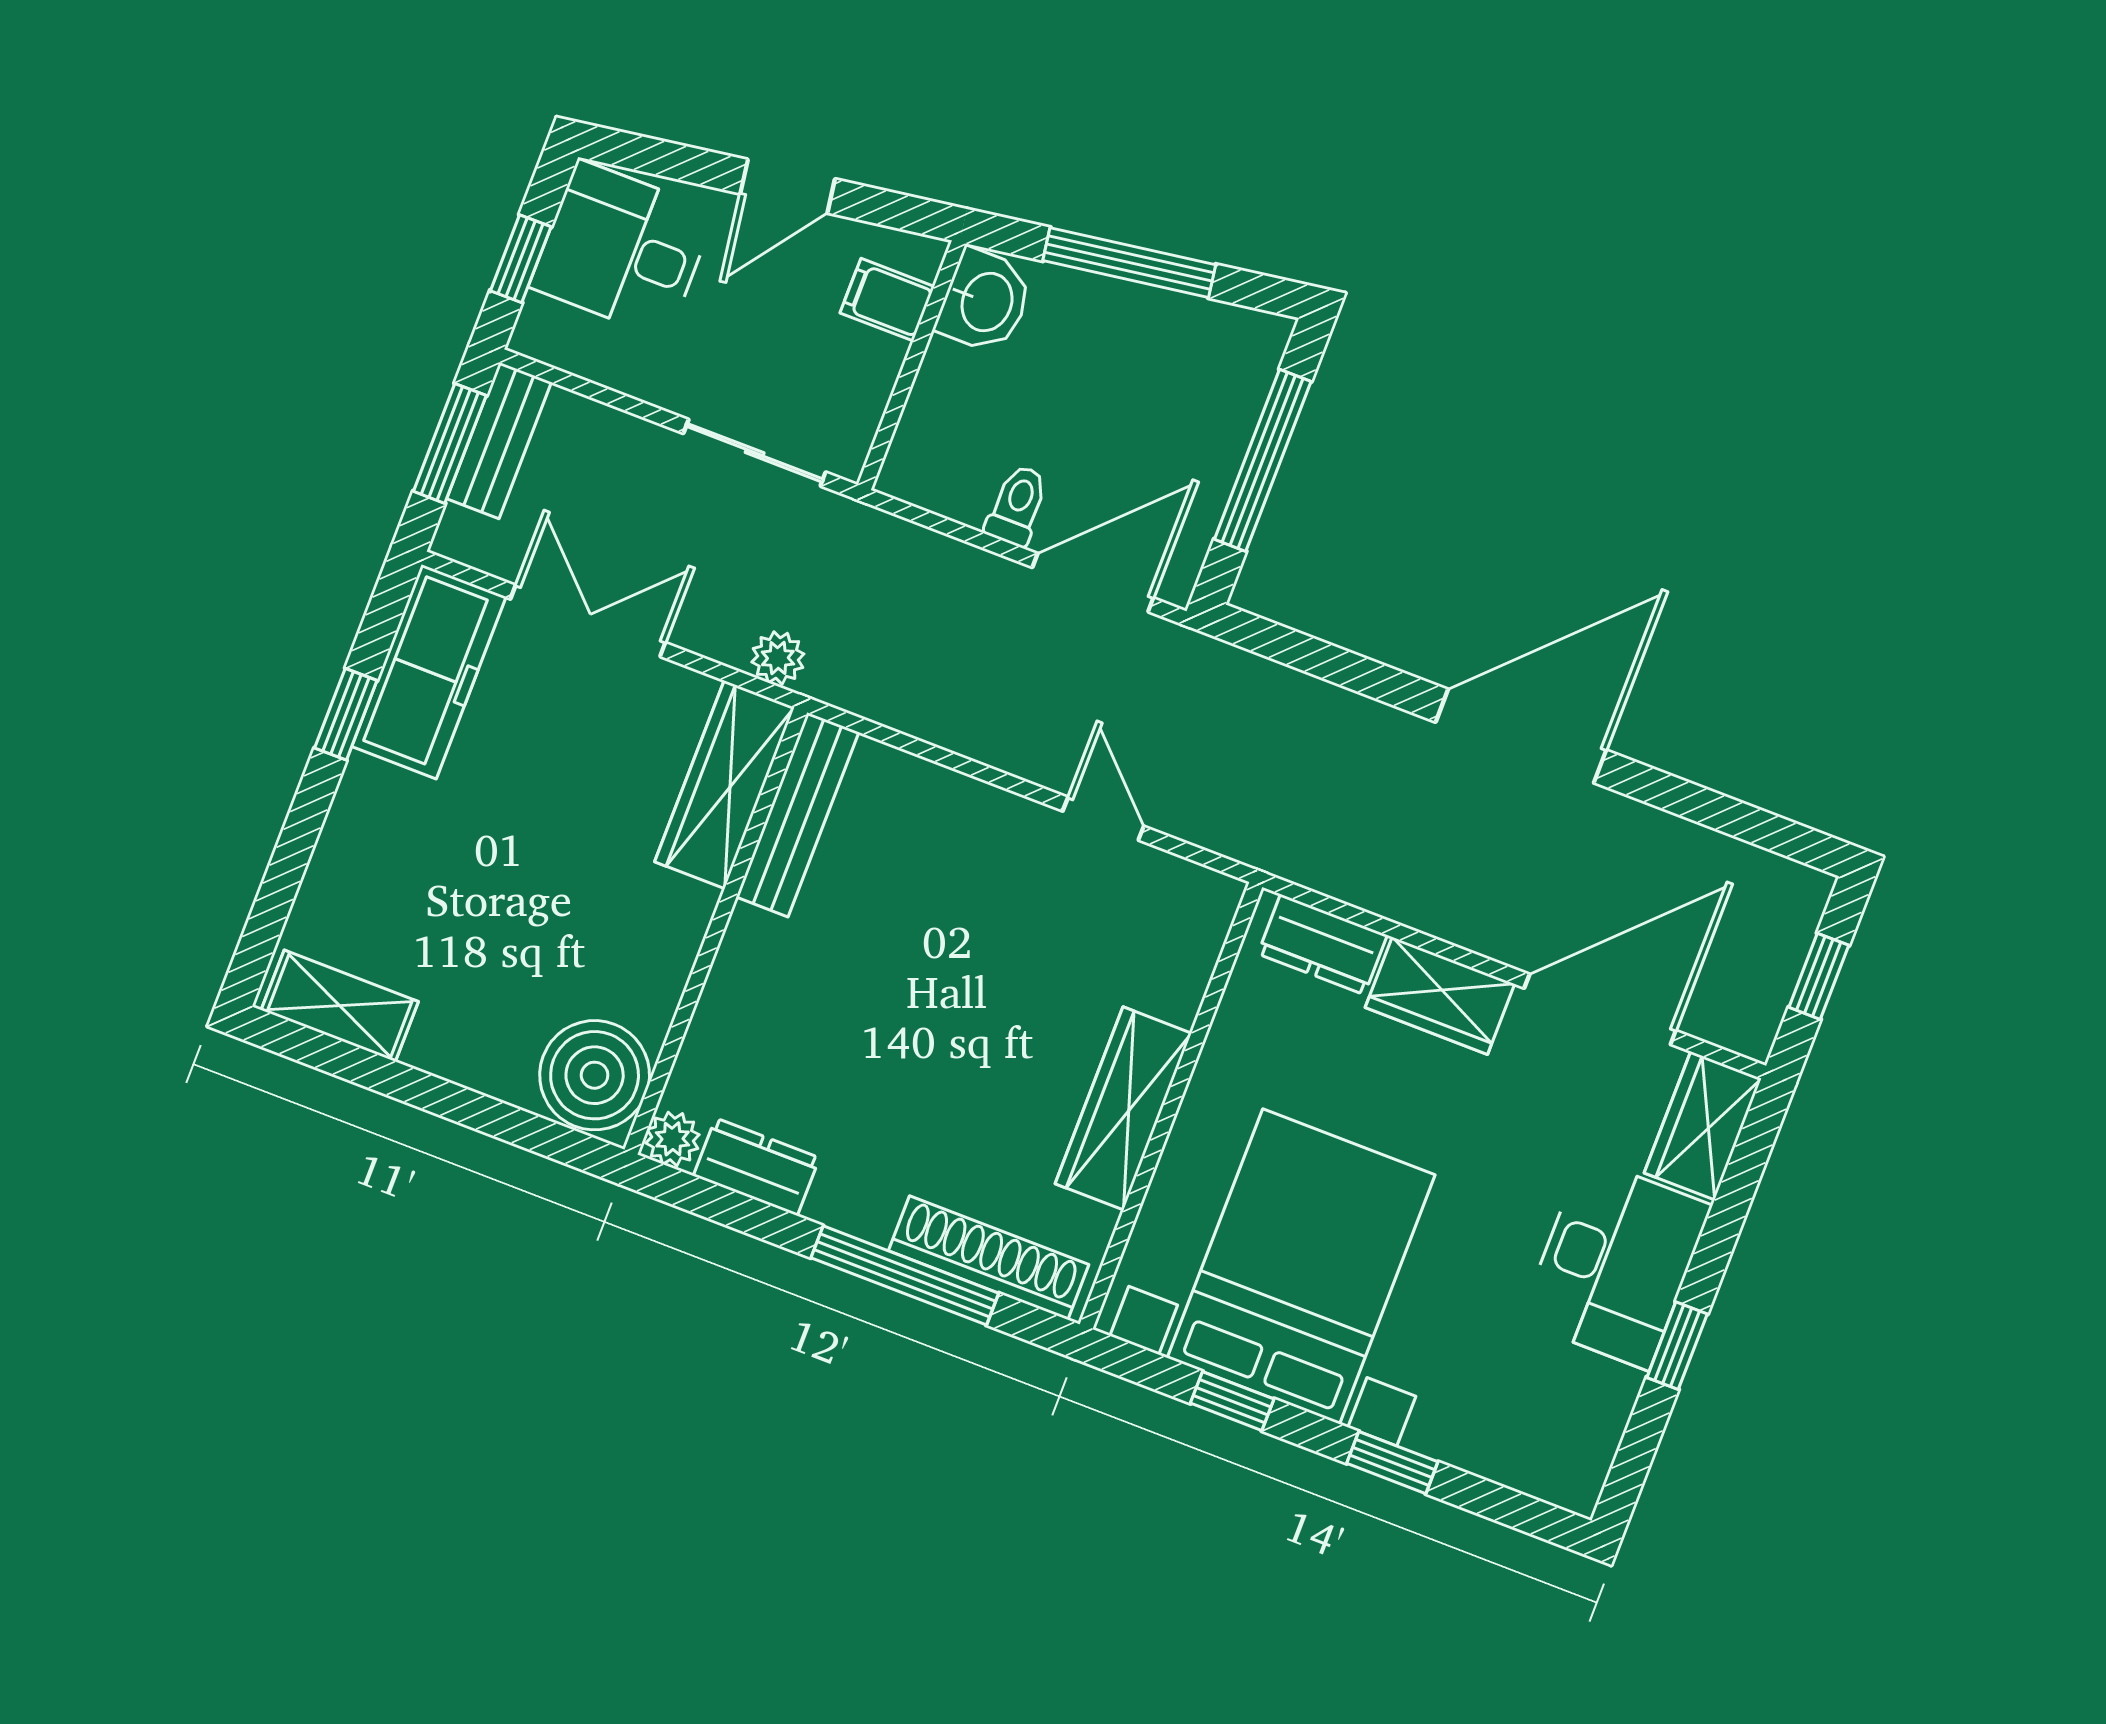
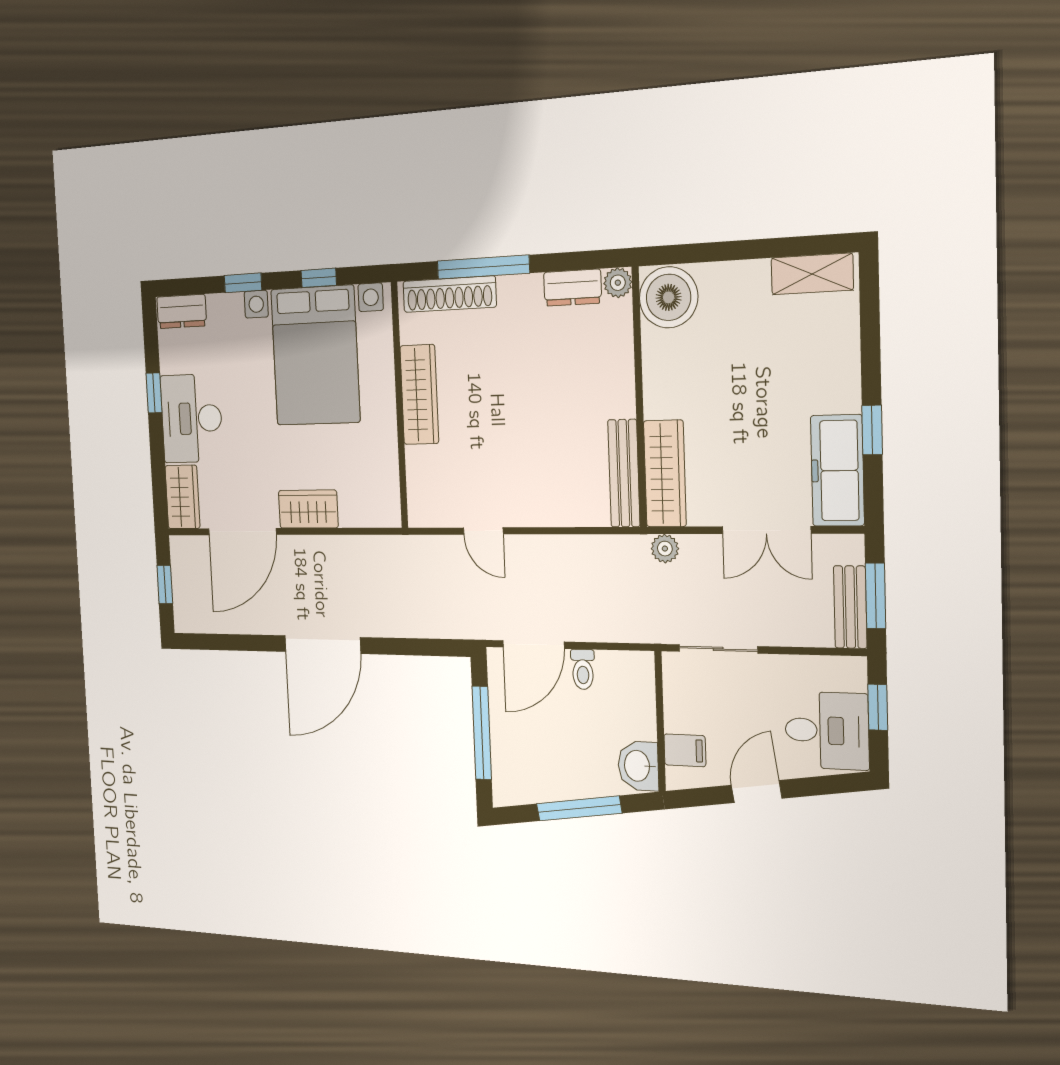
dresser: (1322, 944) -> (182, 311), moved, turned 180

